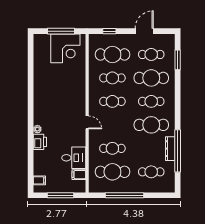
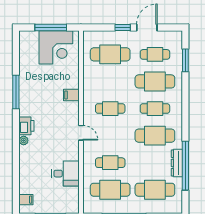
window: (109, 31) -> (123, 27), moved
cafe table: (112, 78) -> (110, 81), removed
window: (31, 87) -> (16, 92), added
printer: (40, 142) -> (26, 126), moved
cafe table: (151, 172) -> (155, 190), width x1.37, depth x1.35
filing cabinet: (79, 175) -> (71, 95), moved

